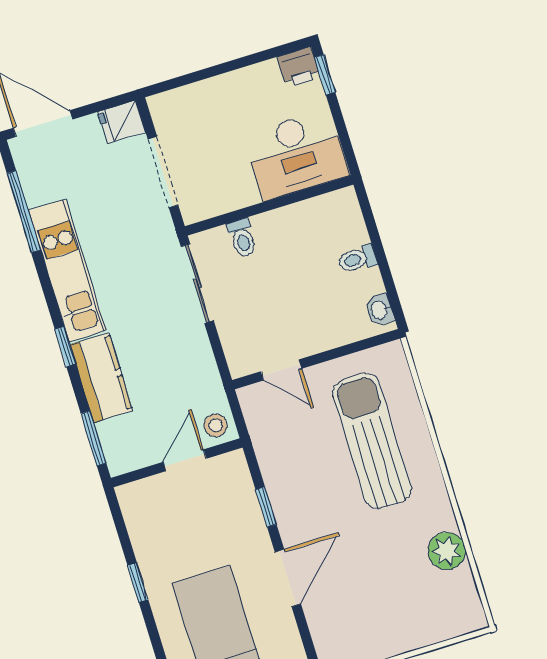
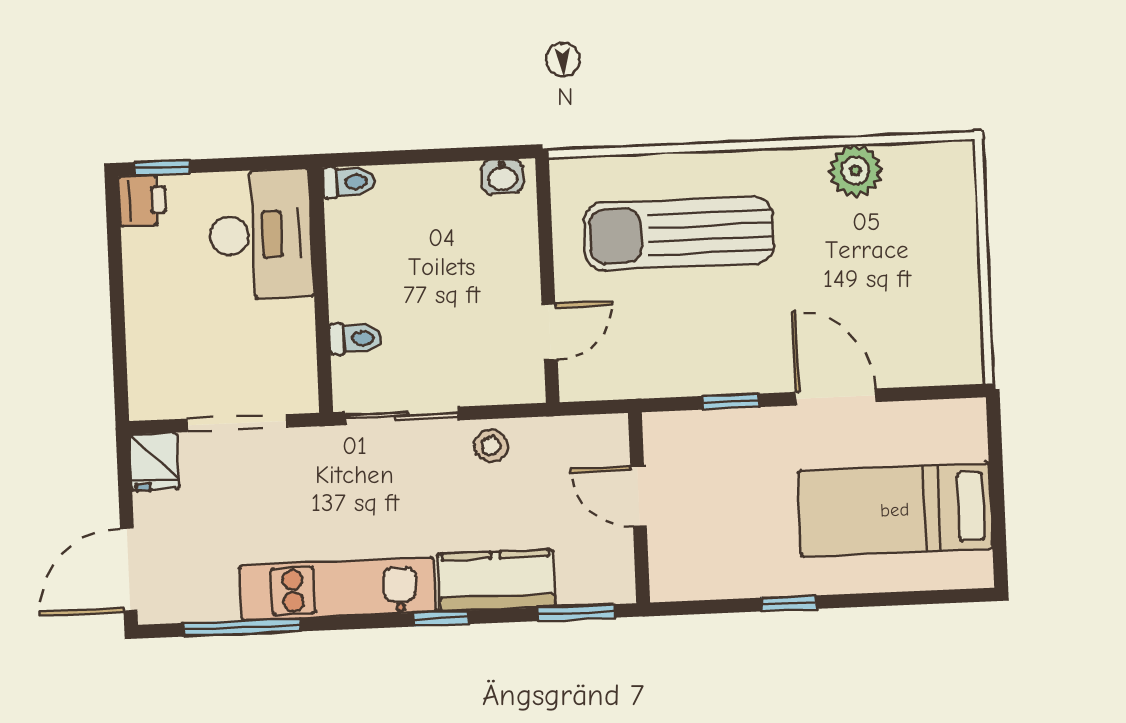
toilet: (357, 259) -> (349, 182), moved, turned -90
stool: (216, 425) -> (491, 446), moved

